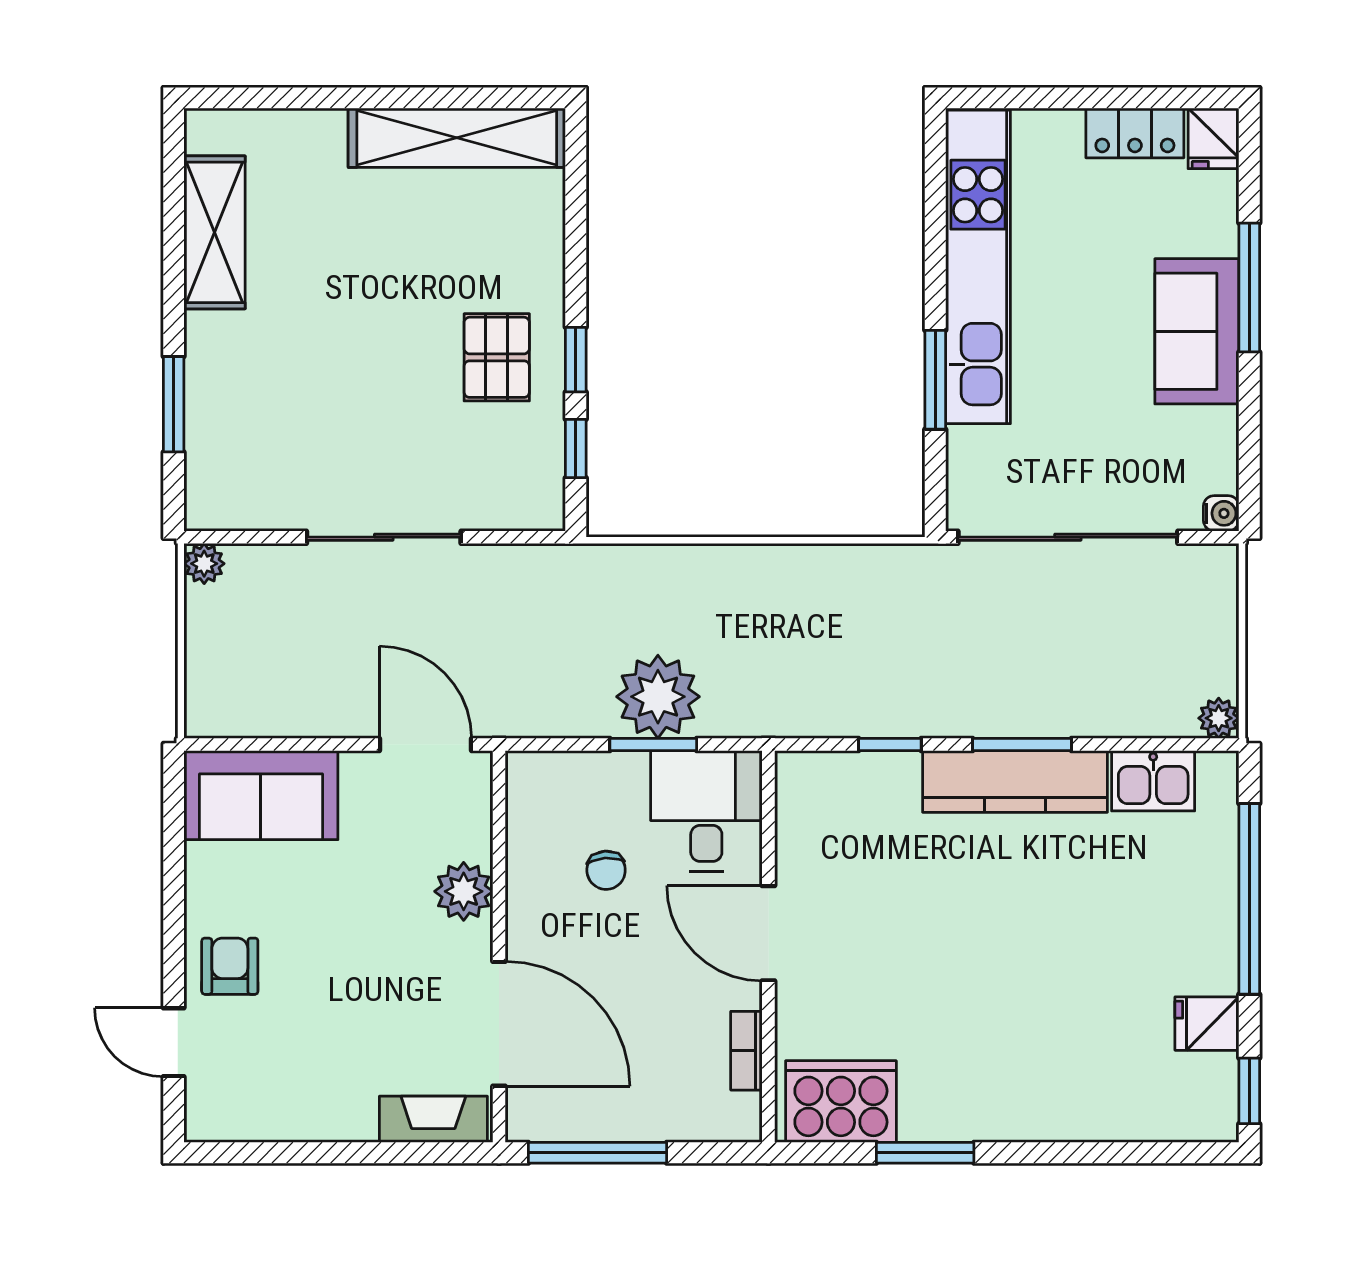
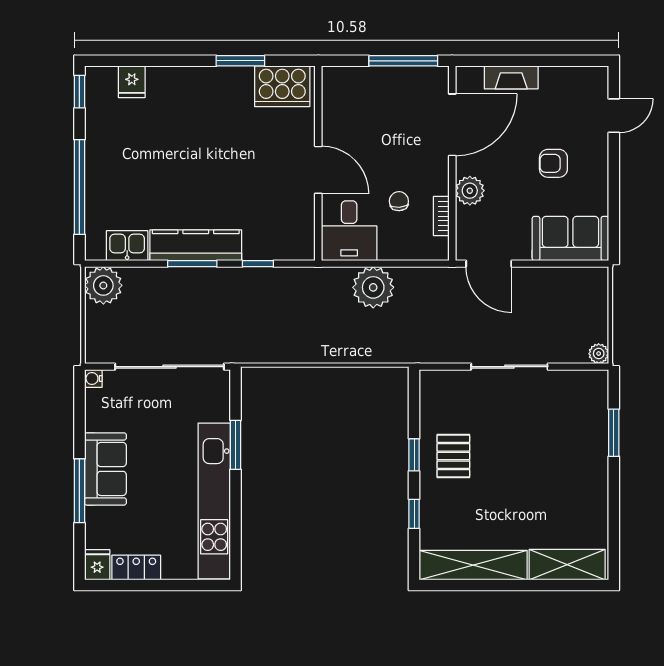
shelving: (215, 232) -> (567, 565), moved, turned 90
window: (576, 449) -> (414, 514), moved
plant: (1219, 718) -> (103, 285), width x1.87, depth x1.87
window: (653, 744) -> (376, 264), removed
armchair: (230, 966) -> (553, 163), moved, turned 90
door: (499, 1024) -> (452, 125), swing flipped
fridge: (1207, 1024) -> (132, 82), moved, turned 90
door: (174, 1042) -> (614, 116), hinge flipped
bookcase: (746, 1051) -> (441, 216), moved, turned 180
fireplace: (433, 1119) -> (511, 77), moved

